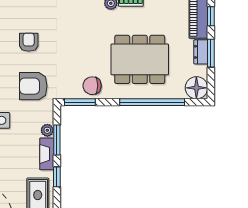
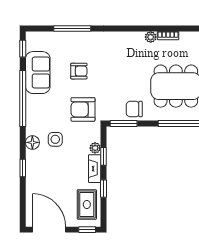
armchair: (29, 42) -> (79, 71), turned 90
window: (57, 140) -> (103, 156), width x0.67

